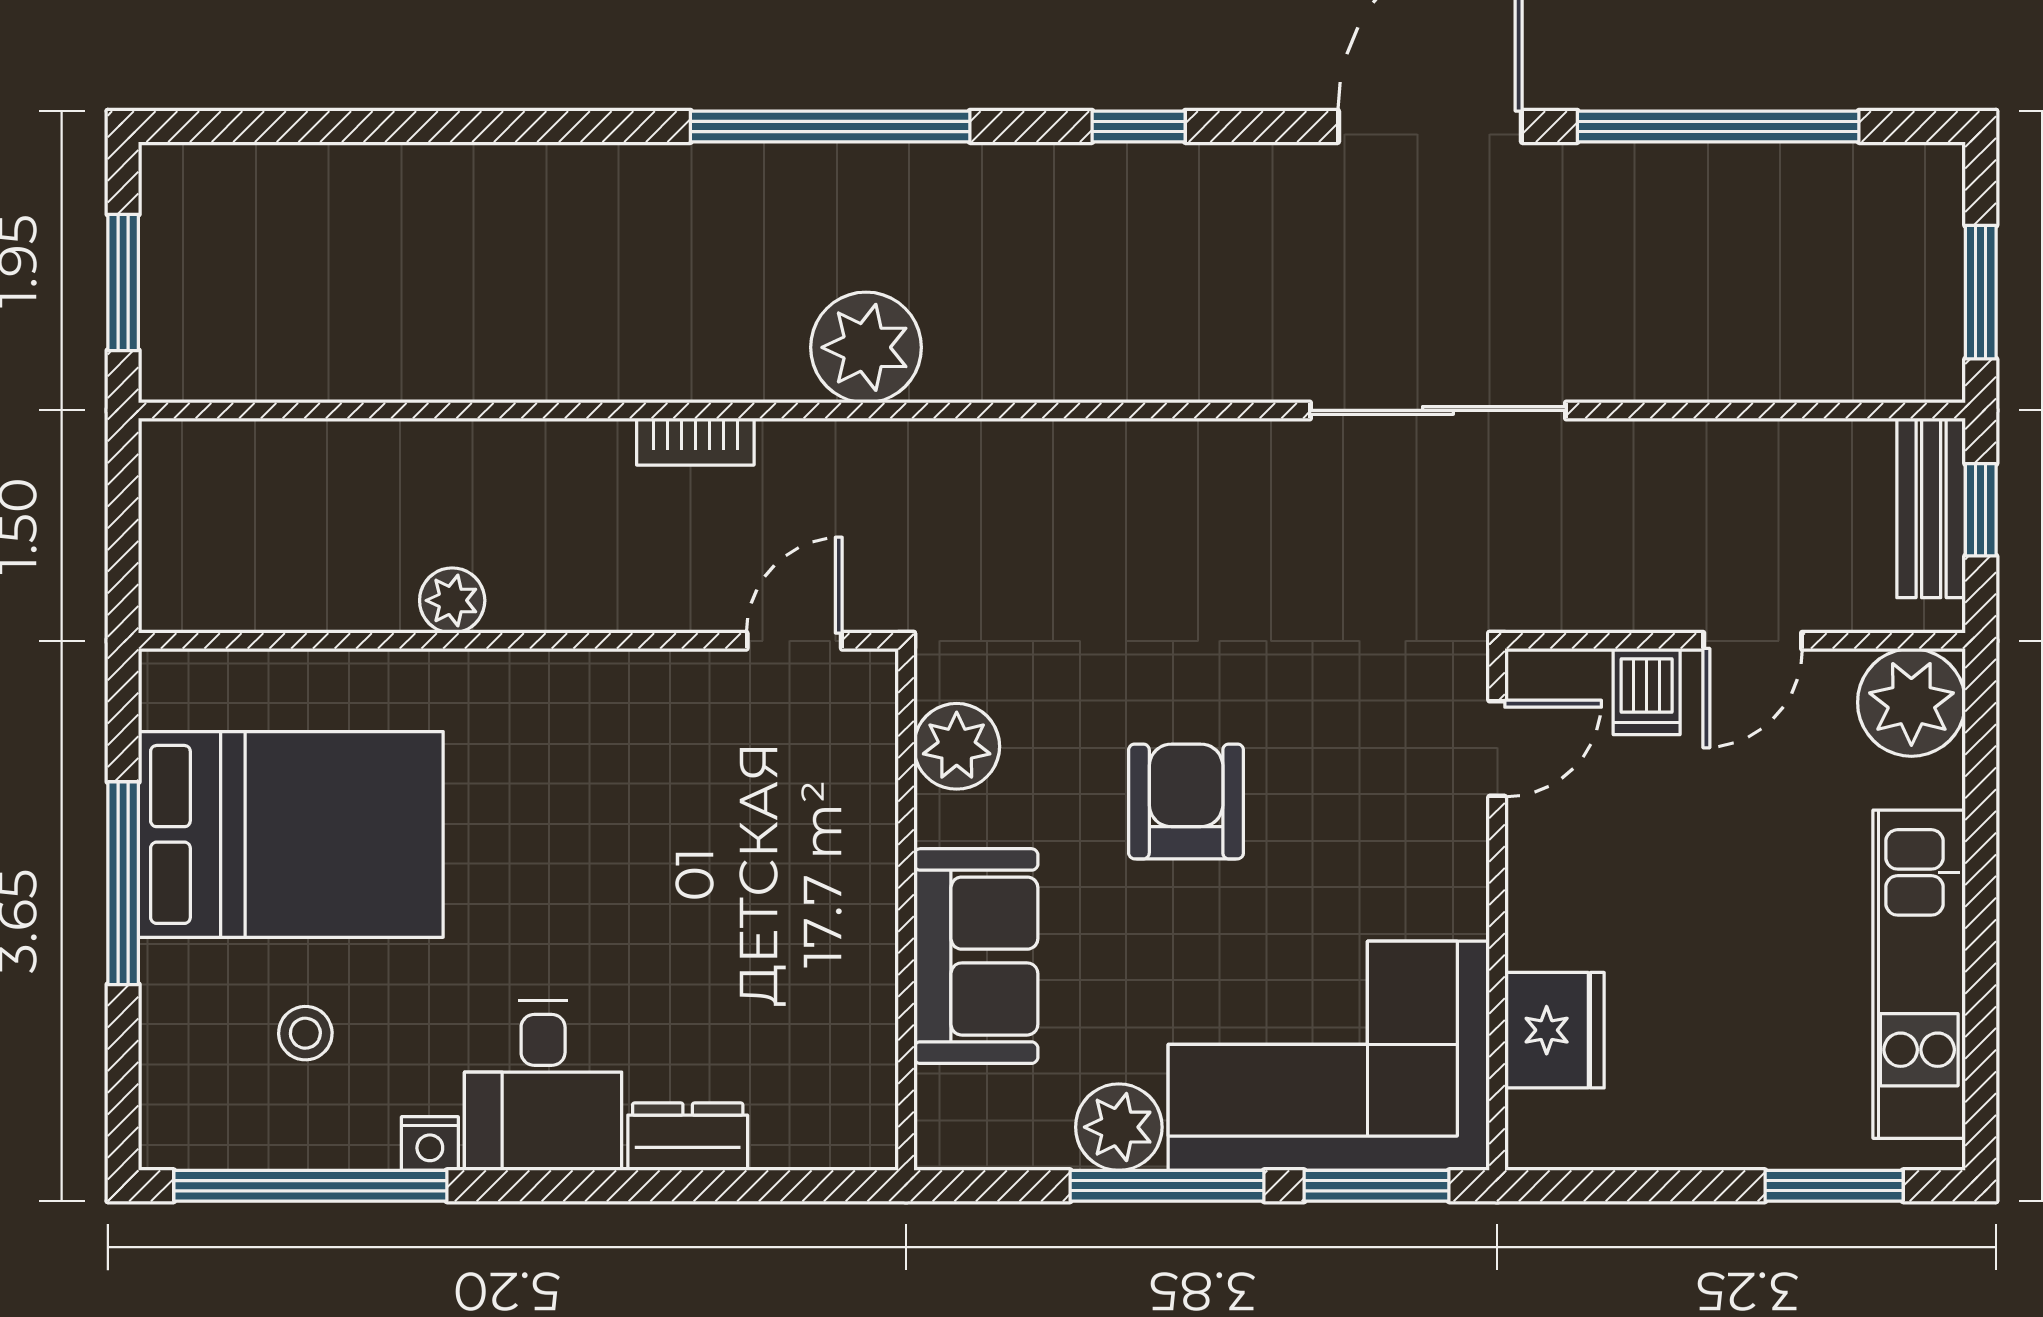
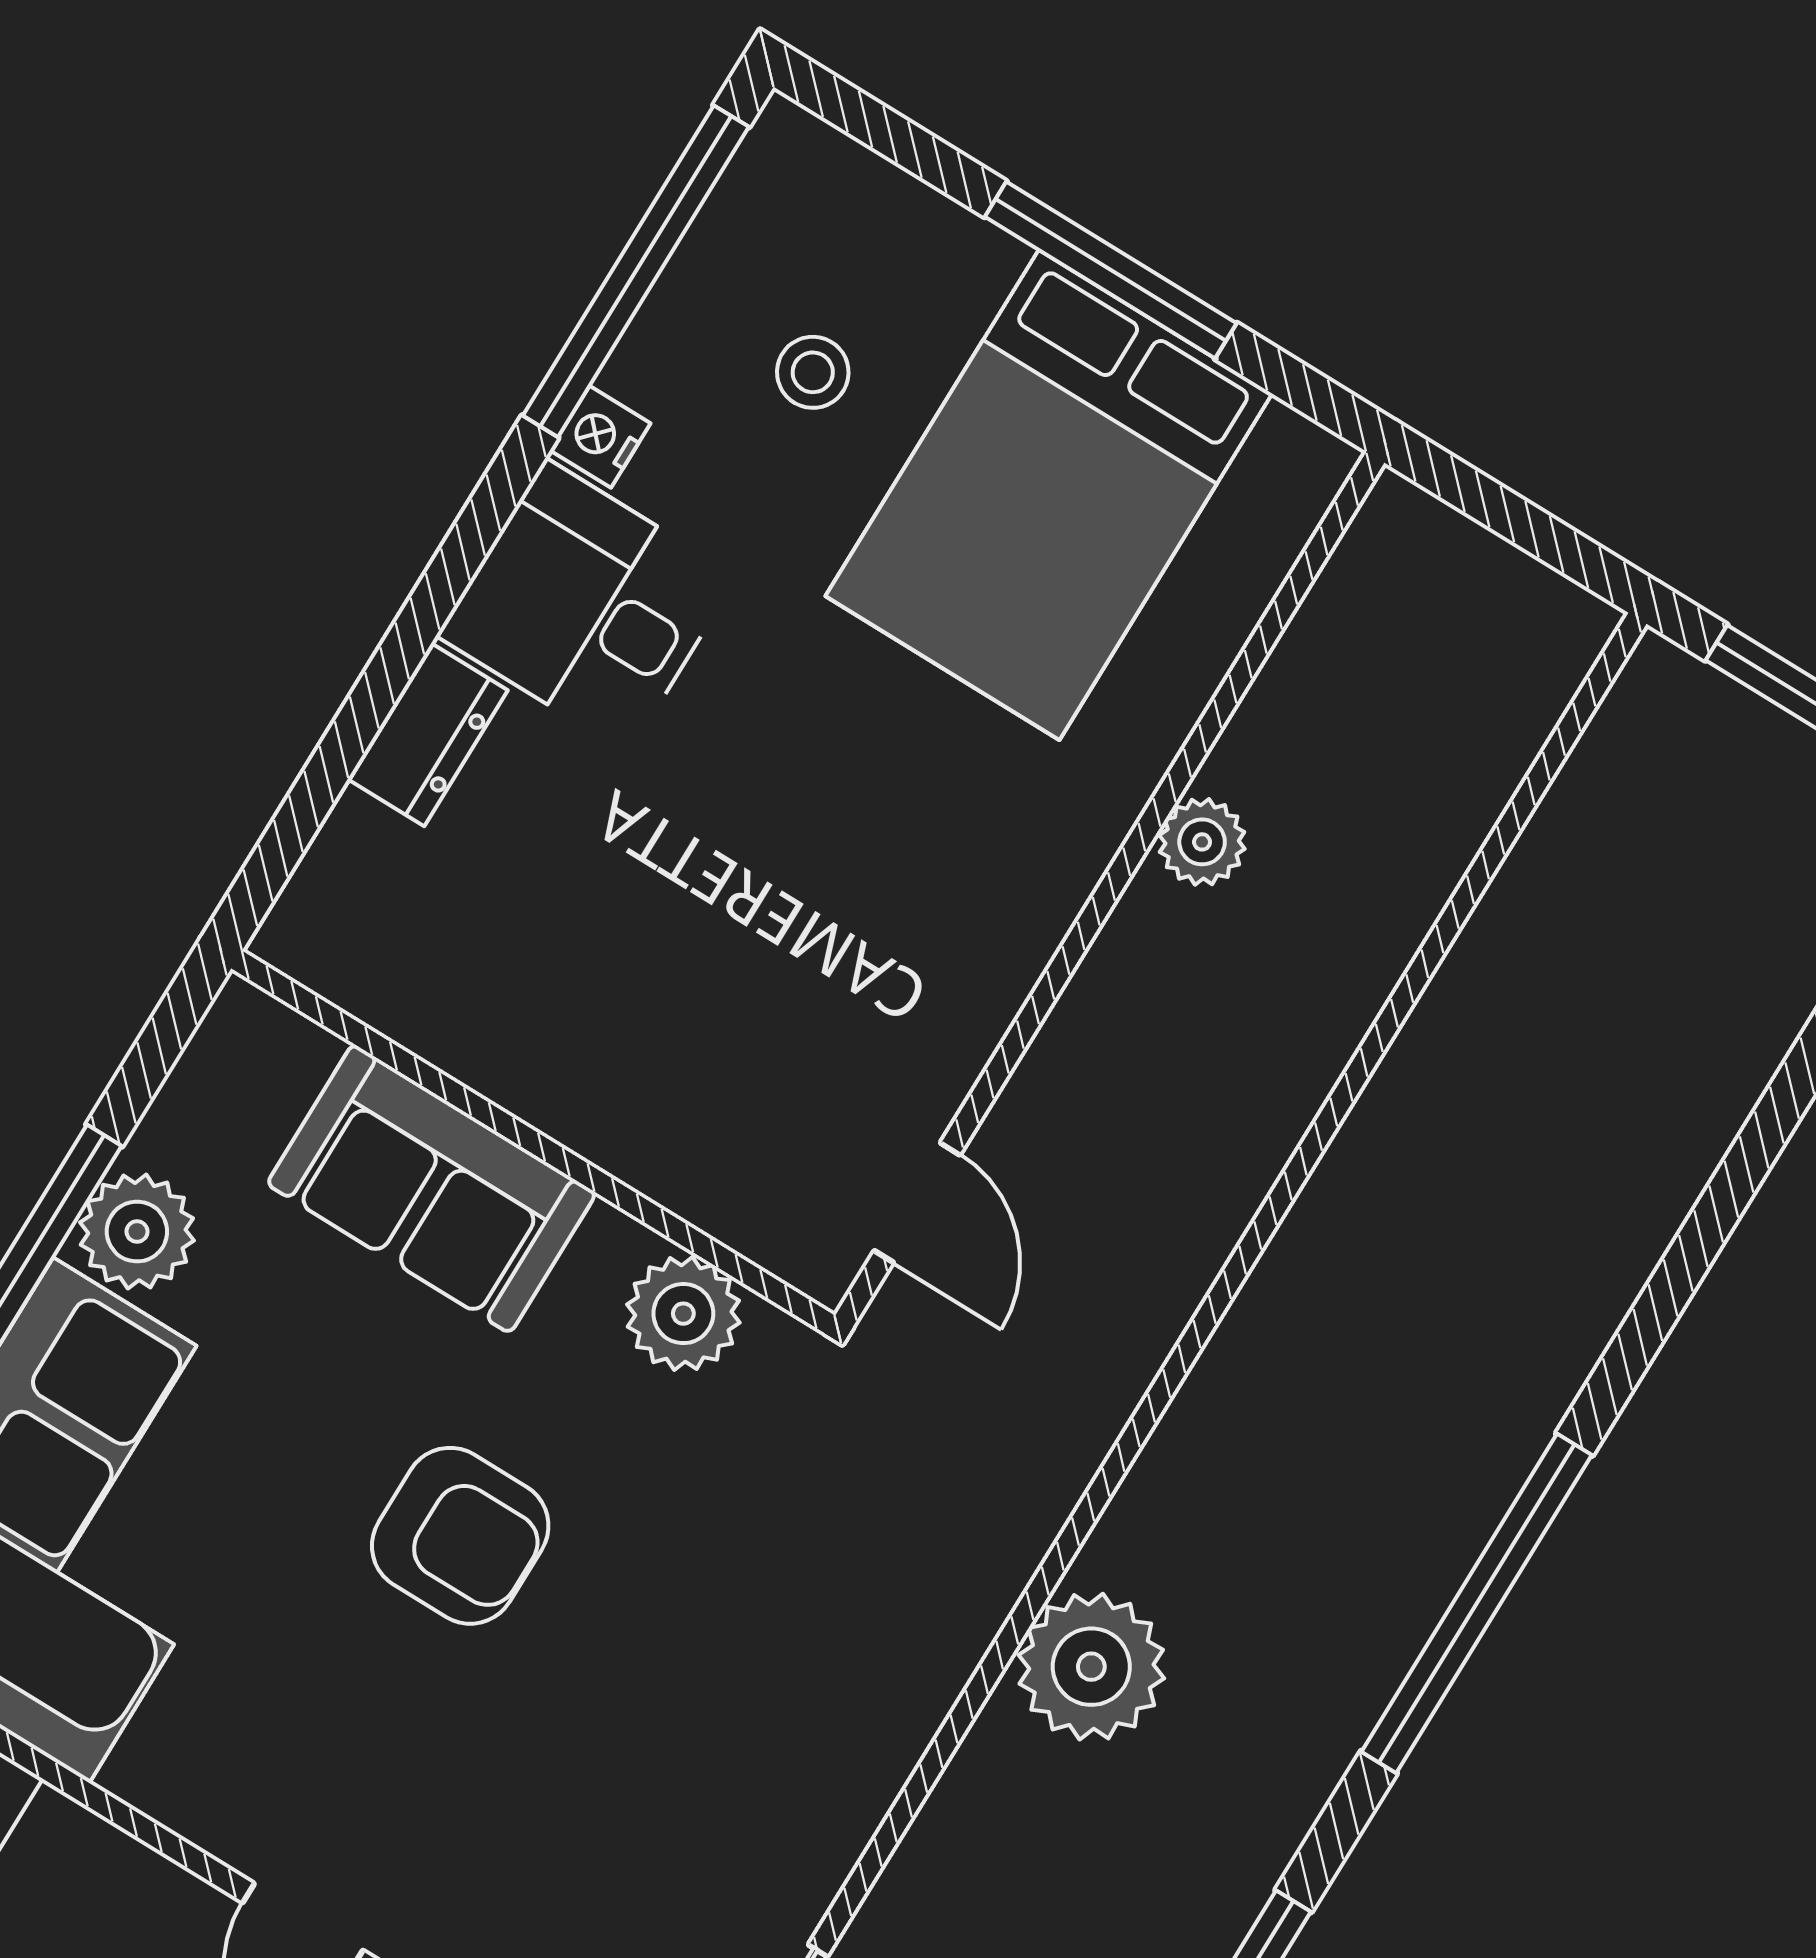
plant: (866, 347) -> (1091, 1667), moved
bookcase: (695, 442) -> (1213, 1229), removed

